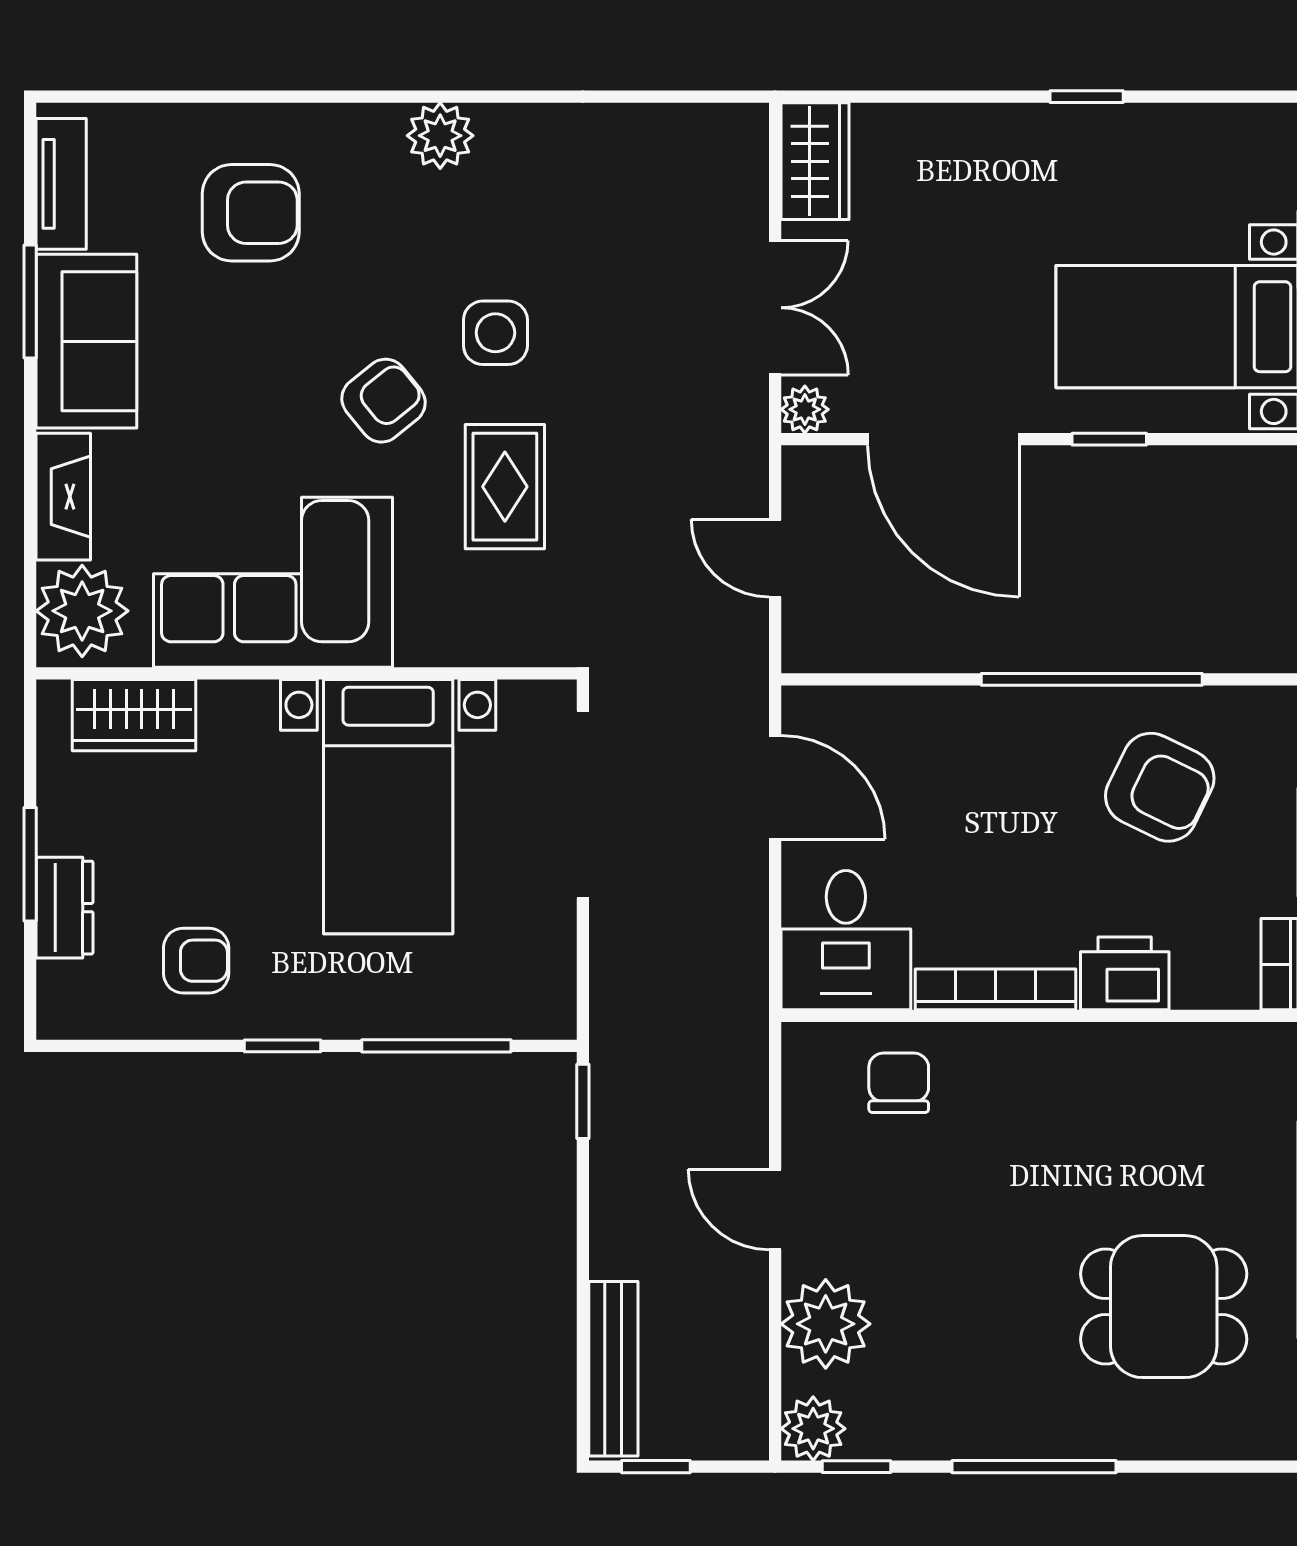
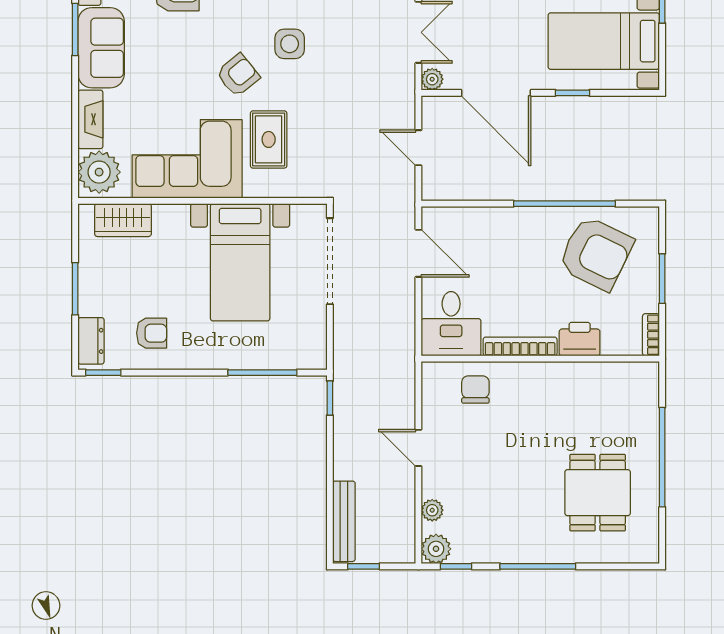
rug: (505, 487) -> (269, 139), moved
armchair: (1160, 787) -> (596, 253), width x1.36, depth x1.36
dresser: (64, 908) -> (91, 341), moved
window: (283, 1046) -> (103, 373), moved
dining table: (1164, 1307) -> (598, 493), turned 90
plant: (826, 1324) -> (432, 510), width x0.53, depth x0.53

